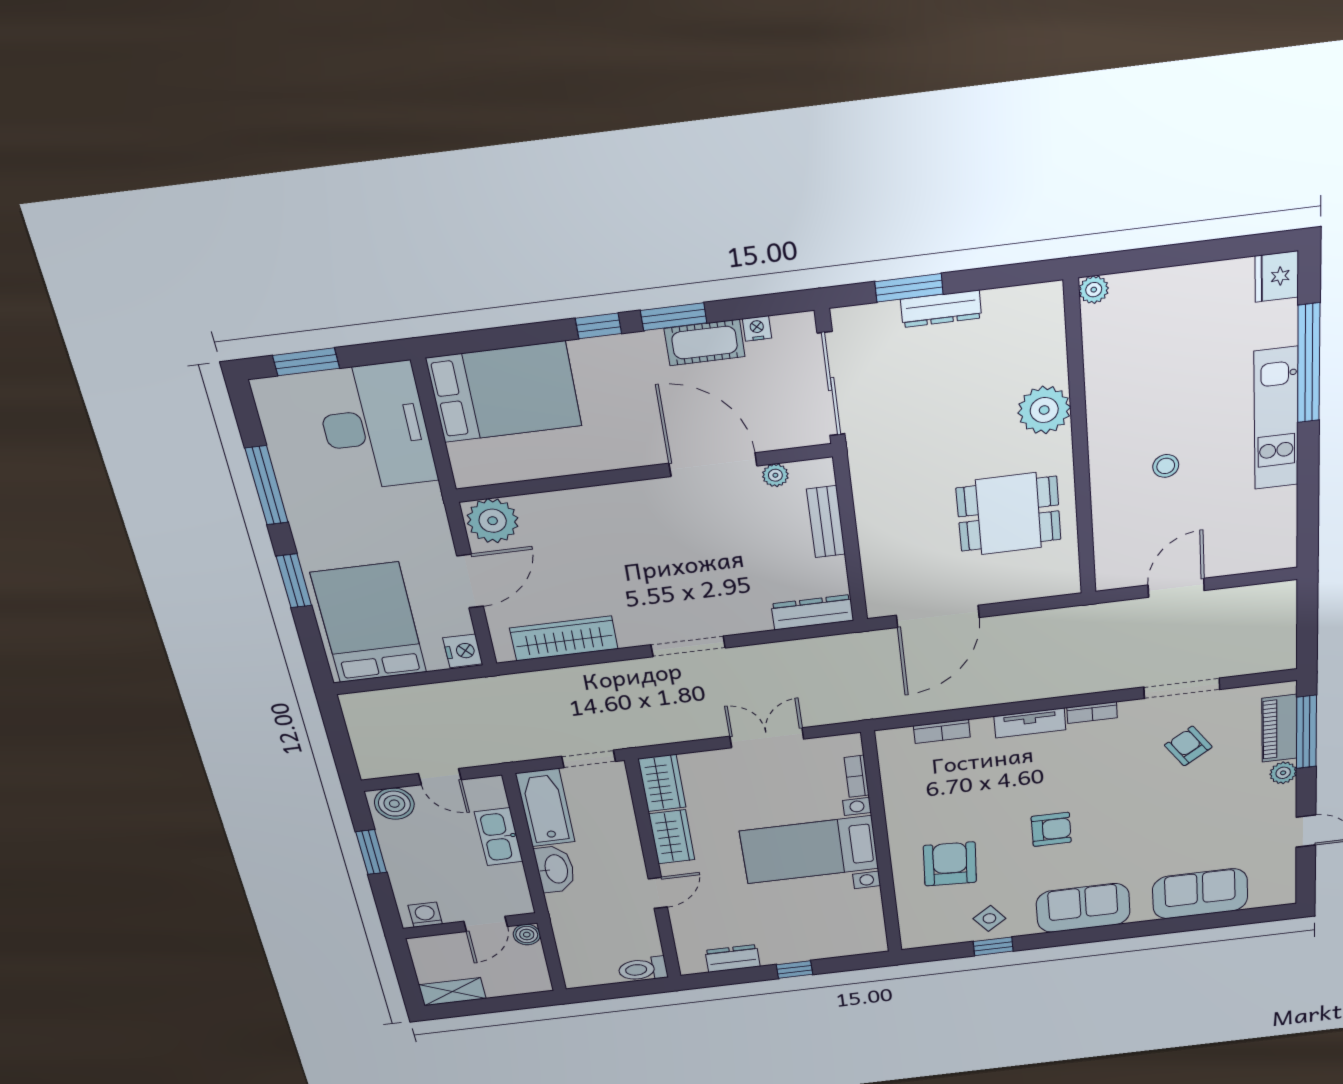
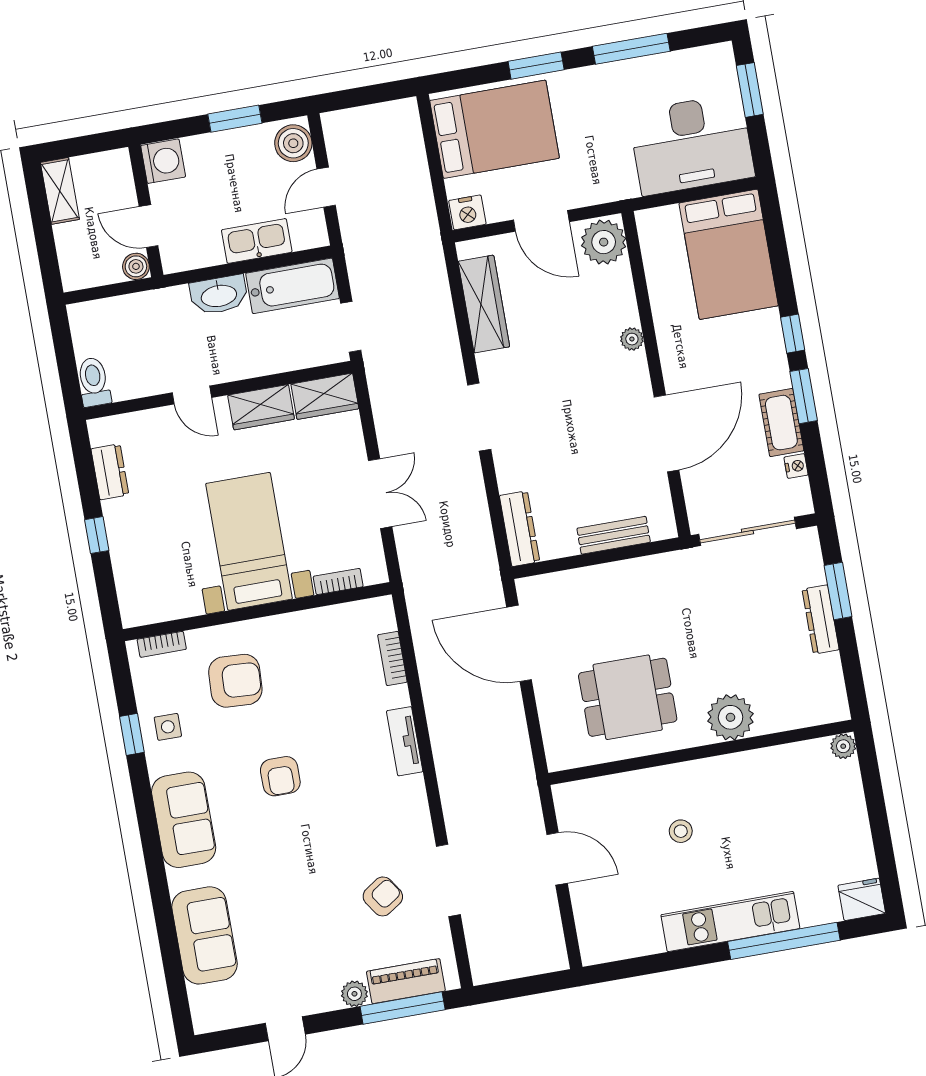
plant: (775, 475) -> (632, 339), moved
dining table: (1009, 514) -> (628, 697), turned 90
bookcase: (1092, 713) -> (162, 644), moved, turned -90
washing machine: (425, 915) -> (163, 161), width x1.38, depth x1.38
side table: (989, 918) -> (168, 727), turned 37

